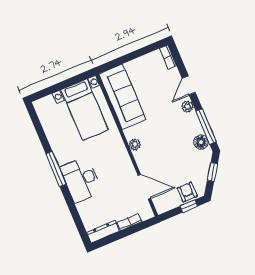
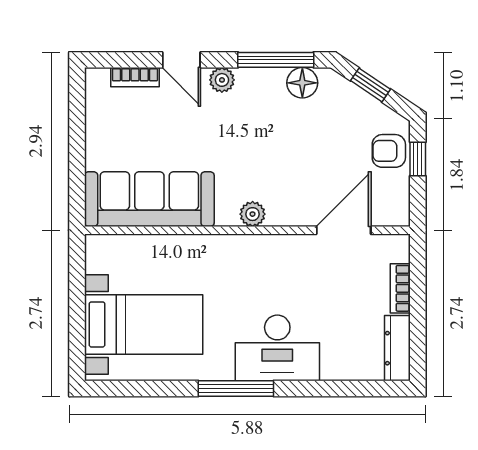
bookcase: (168, 57) -> (135, 77), moved
bed with nightstands: (85, 110) -> (144, 324), moved

